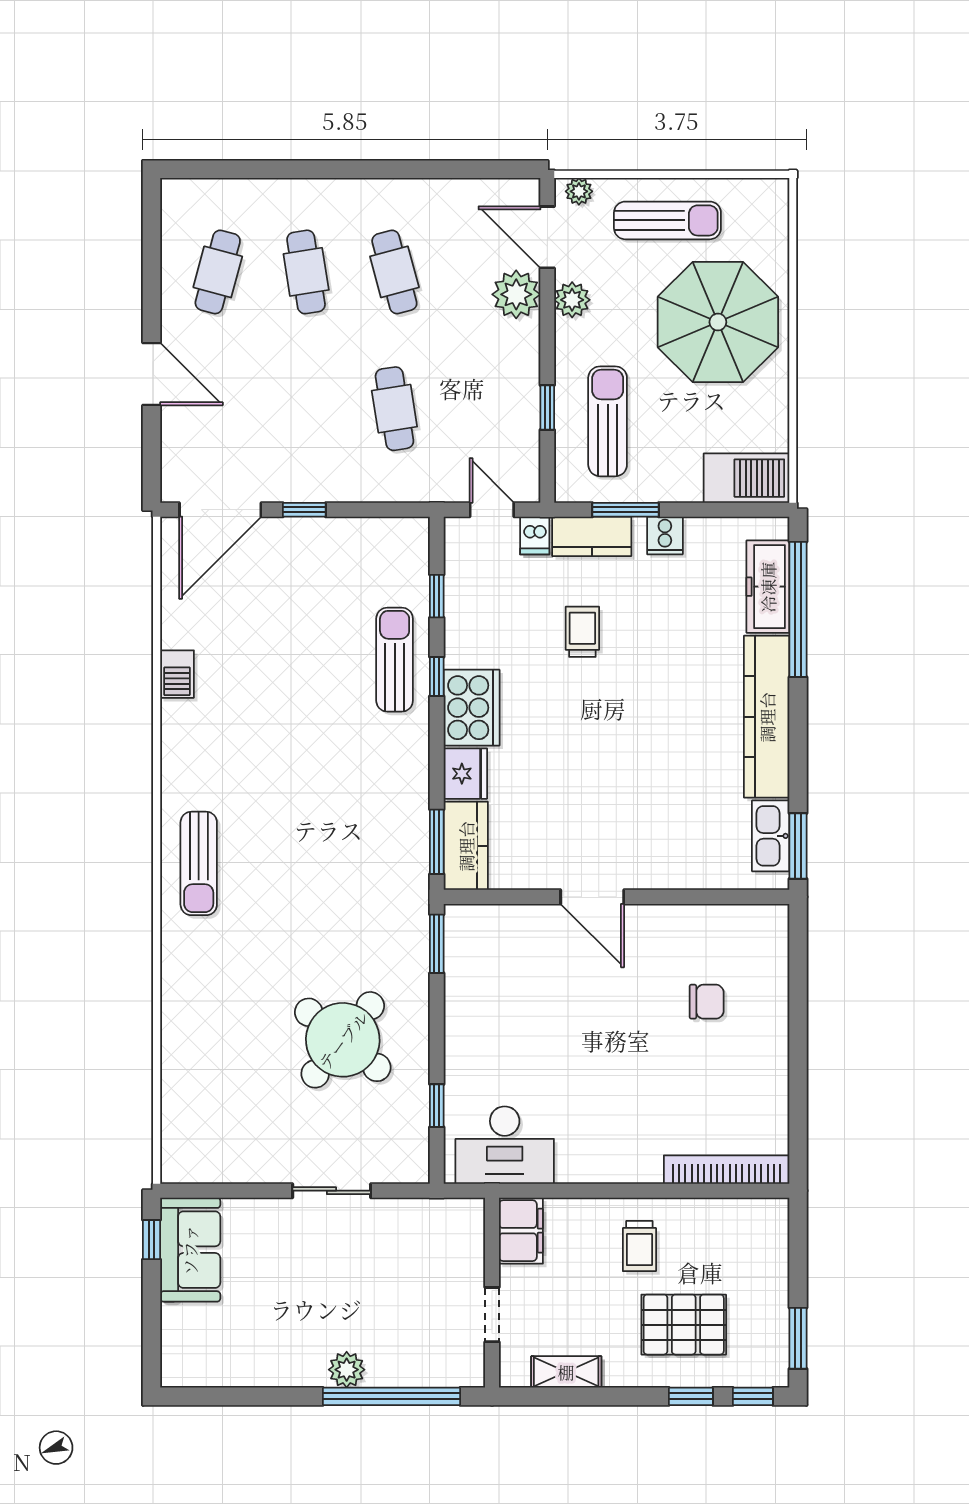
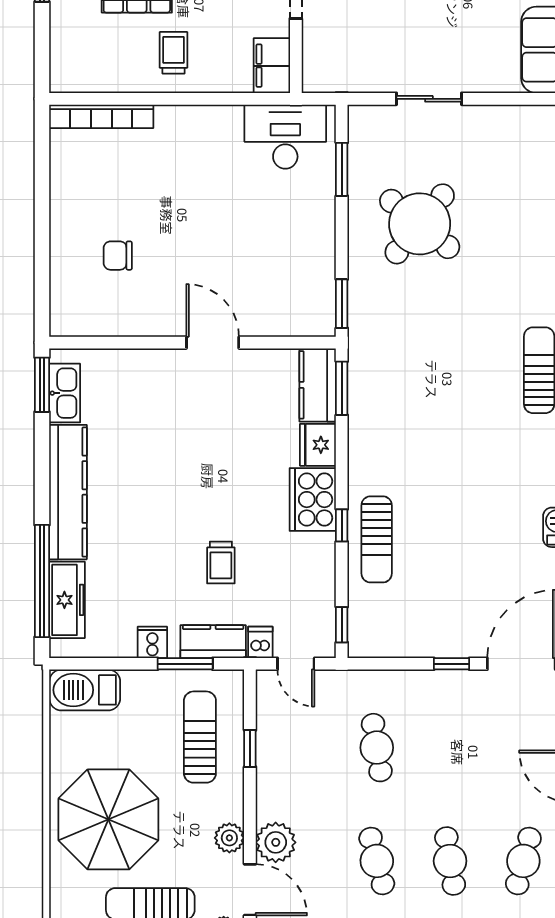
sun lounger: (608, 421) -> (200, 737), turned 180
window: (437, 596) -> (342, 625), moved
window: (437, 1106) -> (342, 169), width x1.50

